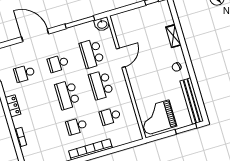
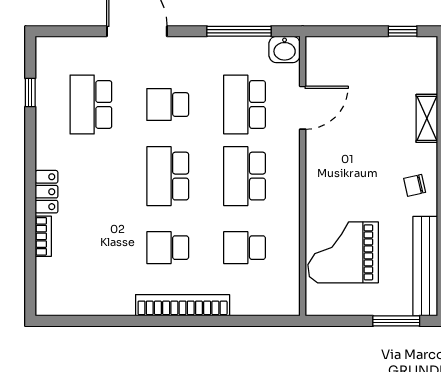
door: (121, 58) -> (303, 108), moved
school desk: (24, 73) -> (91, 105), width x1.85
locker: (13, 106) -> (47, 192), moved
grand piano: (157, 117) -> (343, 252), moved

